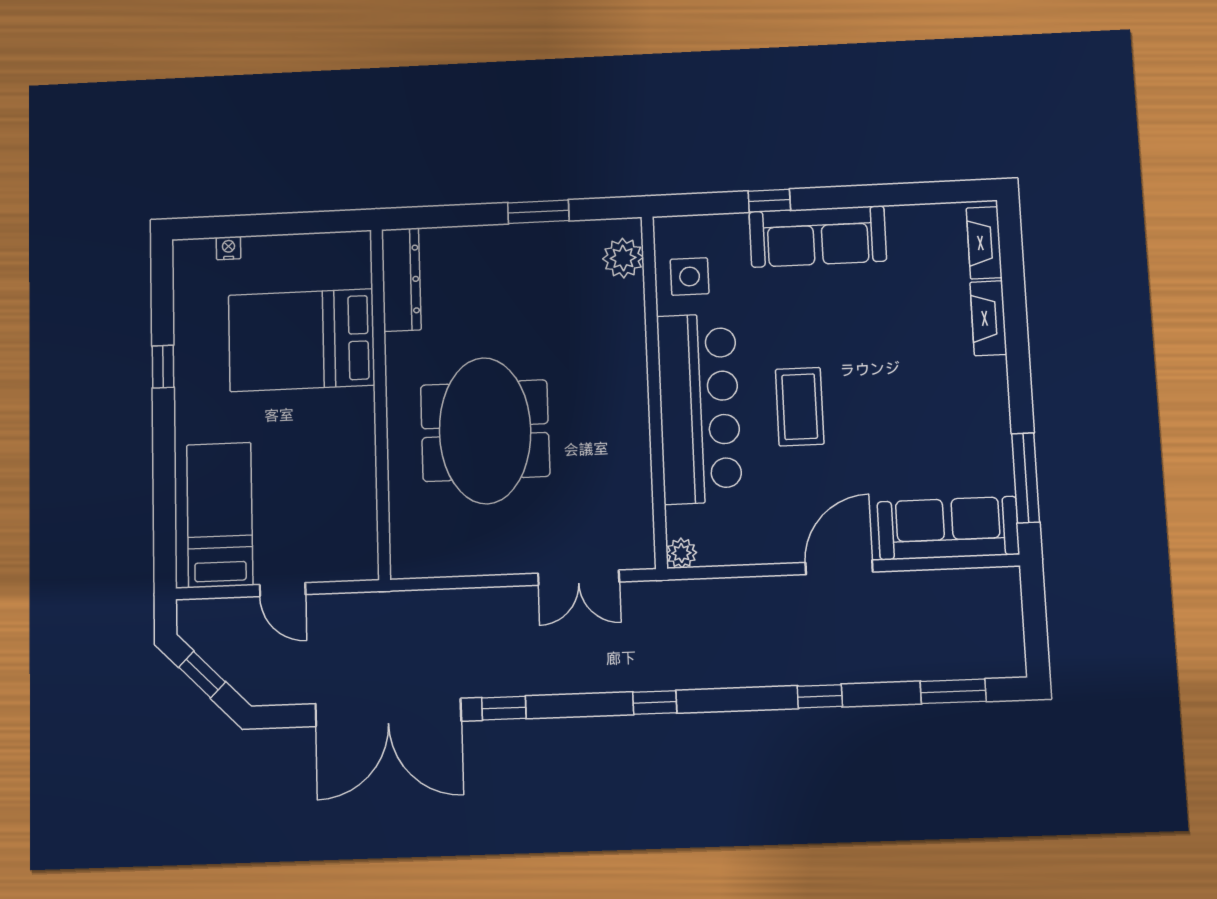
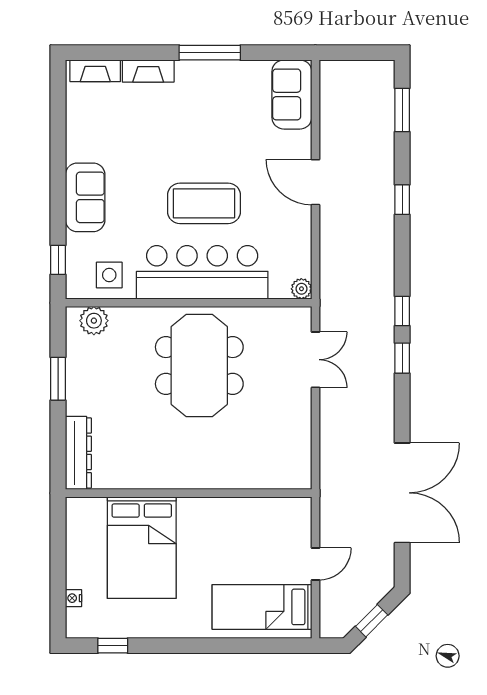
window: (769, 201) -> (58, 260), moved
sofa: (818, 237) -> (85, 197), width x0.73
dresser: (401, 280) -> (78, 453), moved, turned 90
window: (163, 367) -> (113, 646), moved
coffee table: (800, 407) -> (204, 203), width x1.36, depth x1.32
meeting table: (485, 431) -> (199, 365), moved, turned 90
window: (1026, 478) -> (210, 53), moved
sofa: (948, 528) -> (292, 94), width x0.73
window: (504, 708) -> (402, 358), moved

